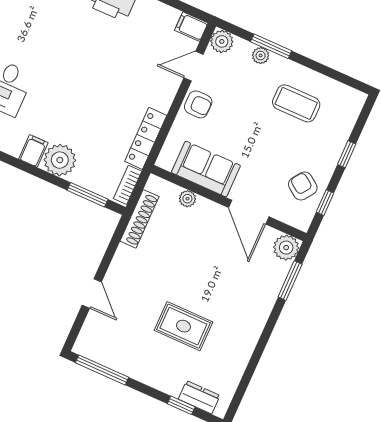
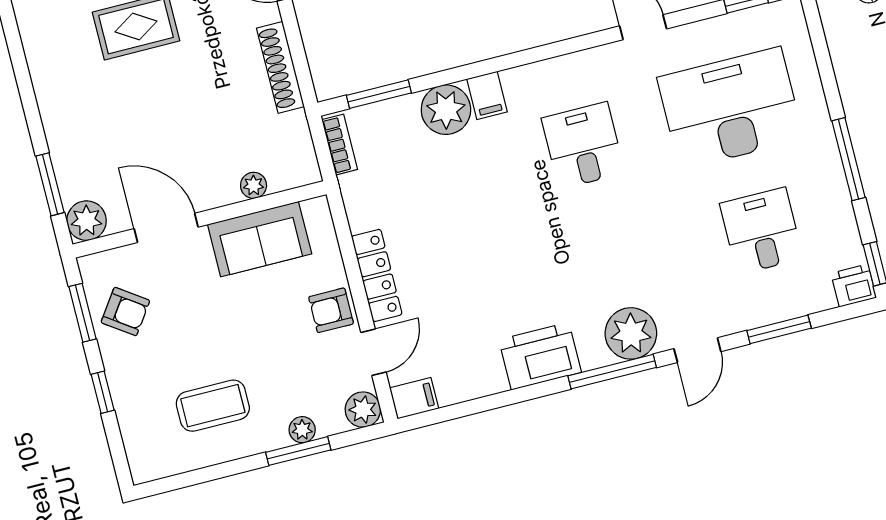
locker: (146, 138) -> (377, 275), moved
window: (325, 203) -> (83, 313), width x1.50
shoe rack: (140, 219) -> (280, 67), moved

